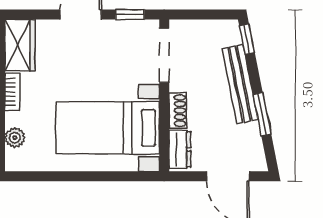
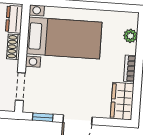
doorway: (164, 55) -> (20, 87), width x0.73

